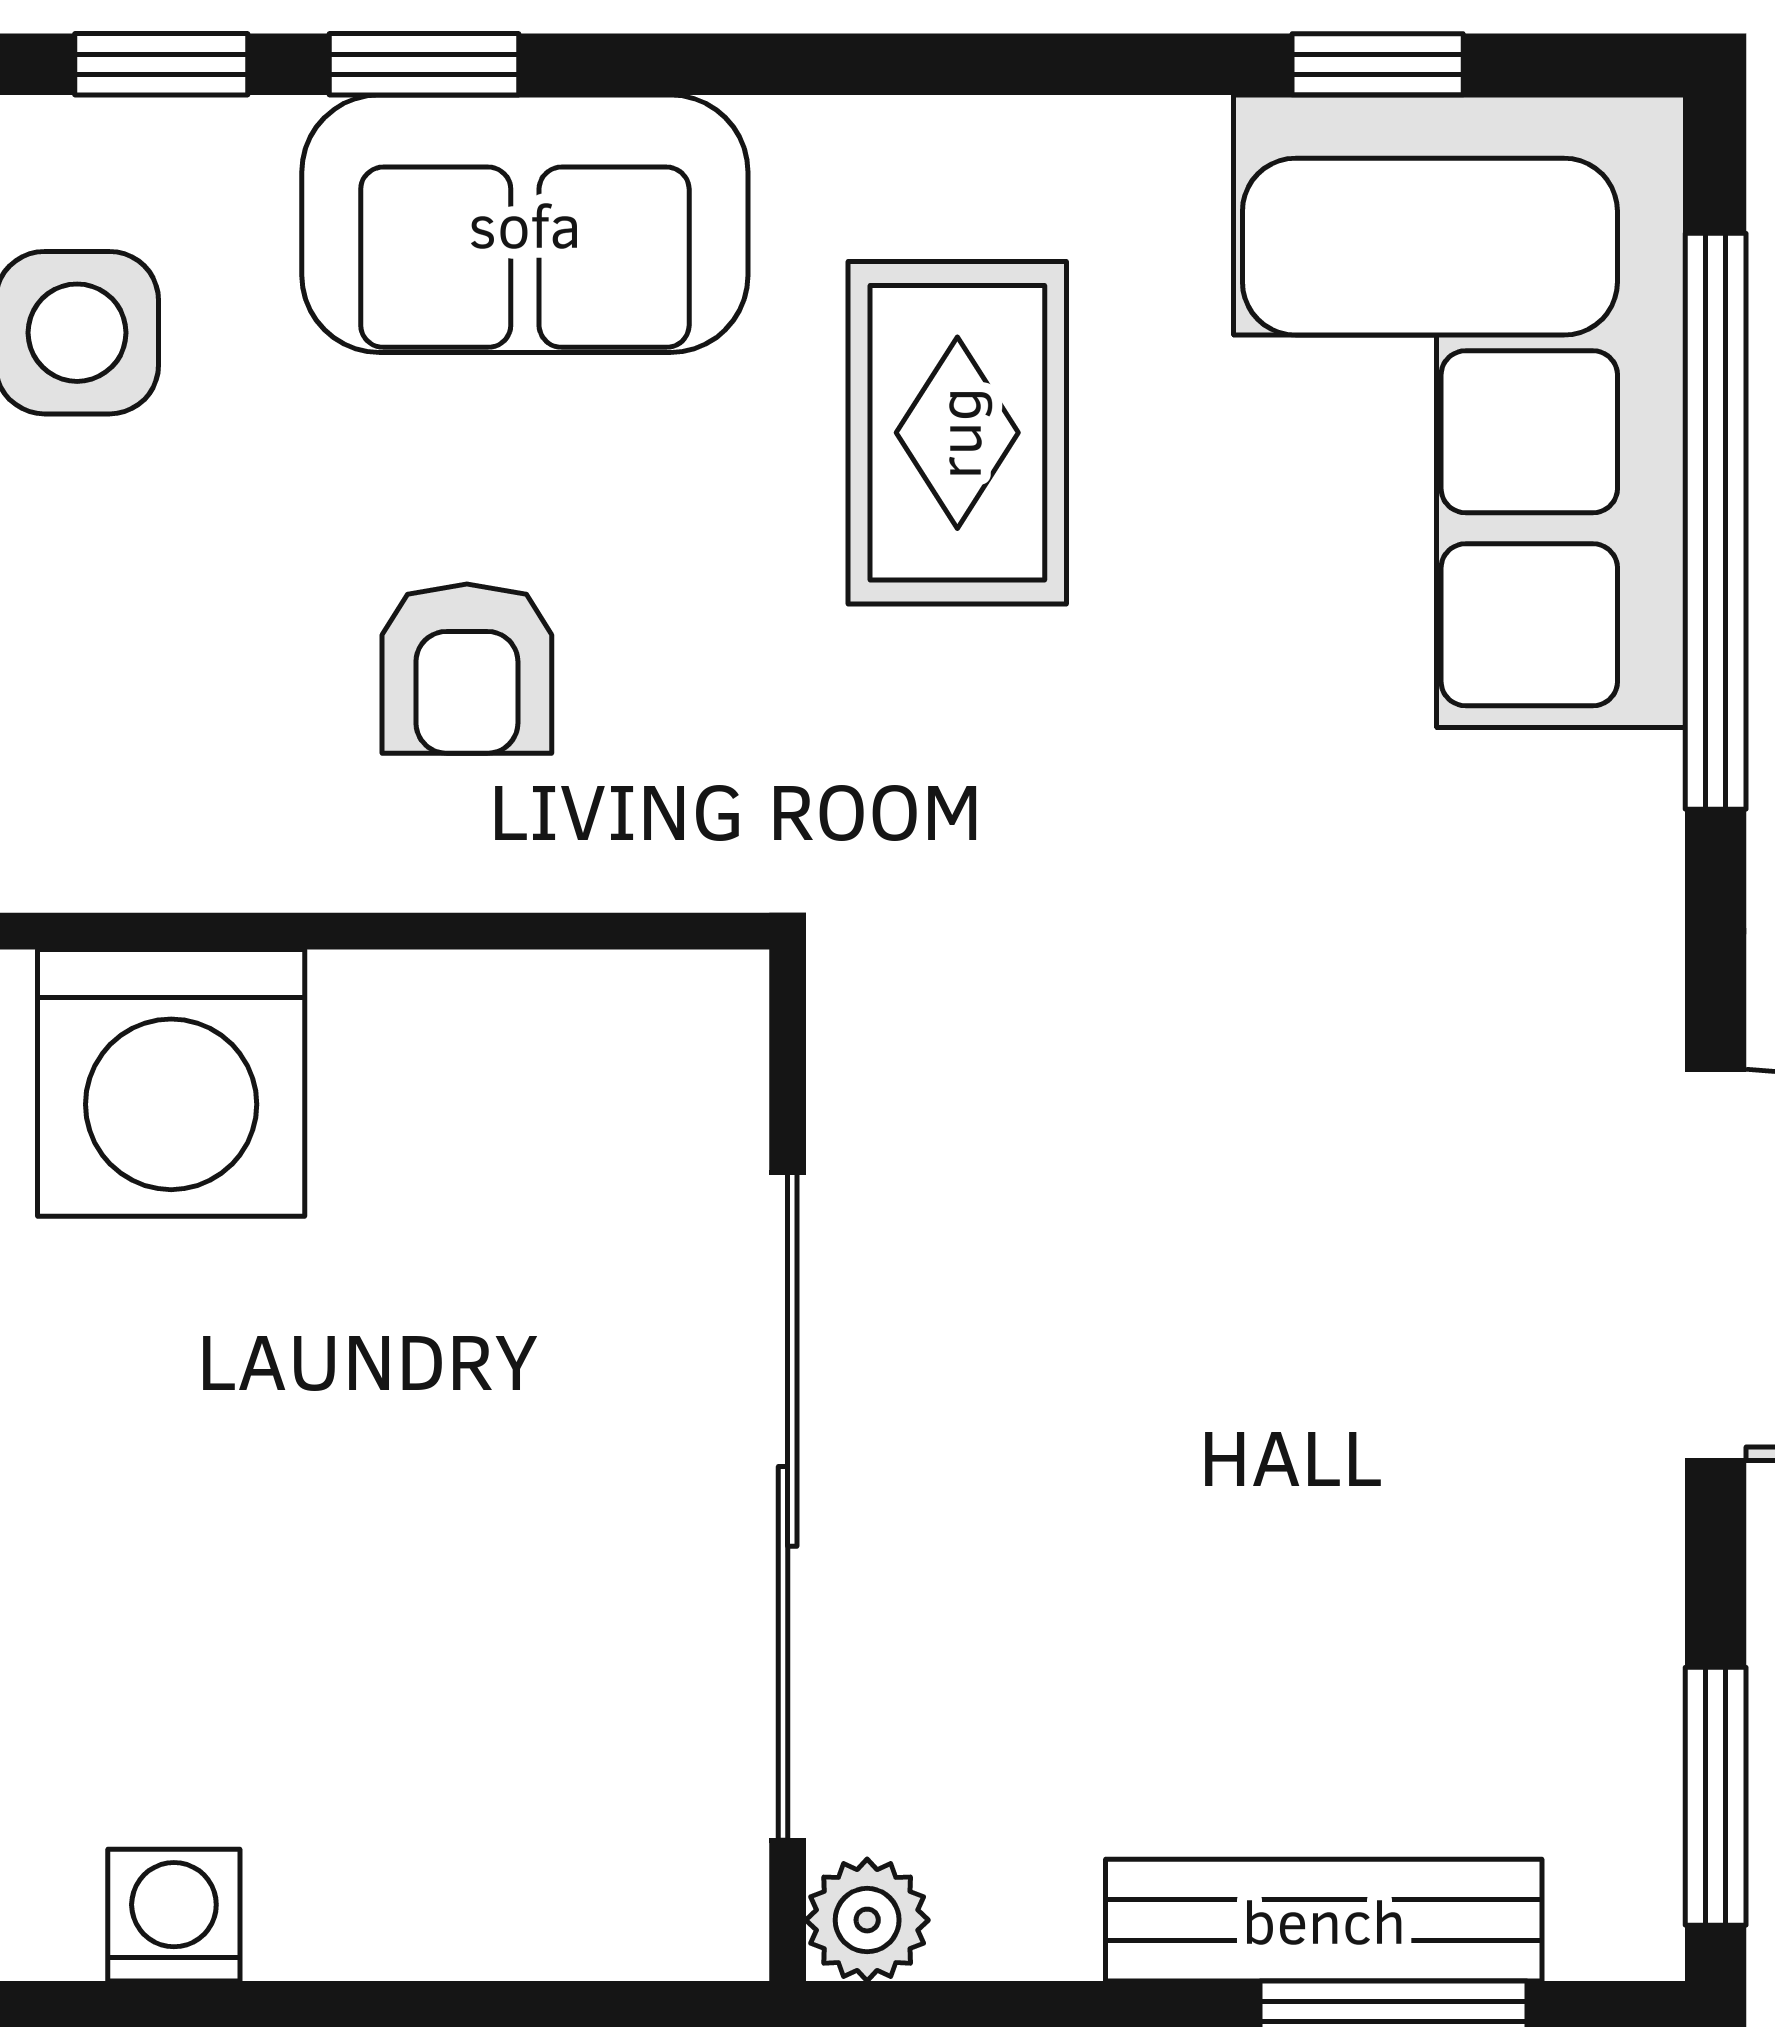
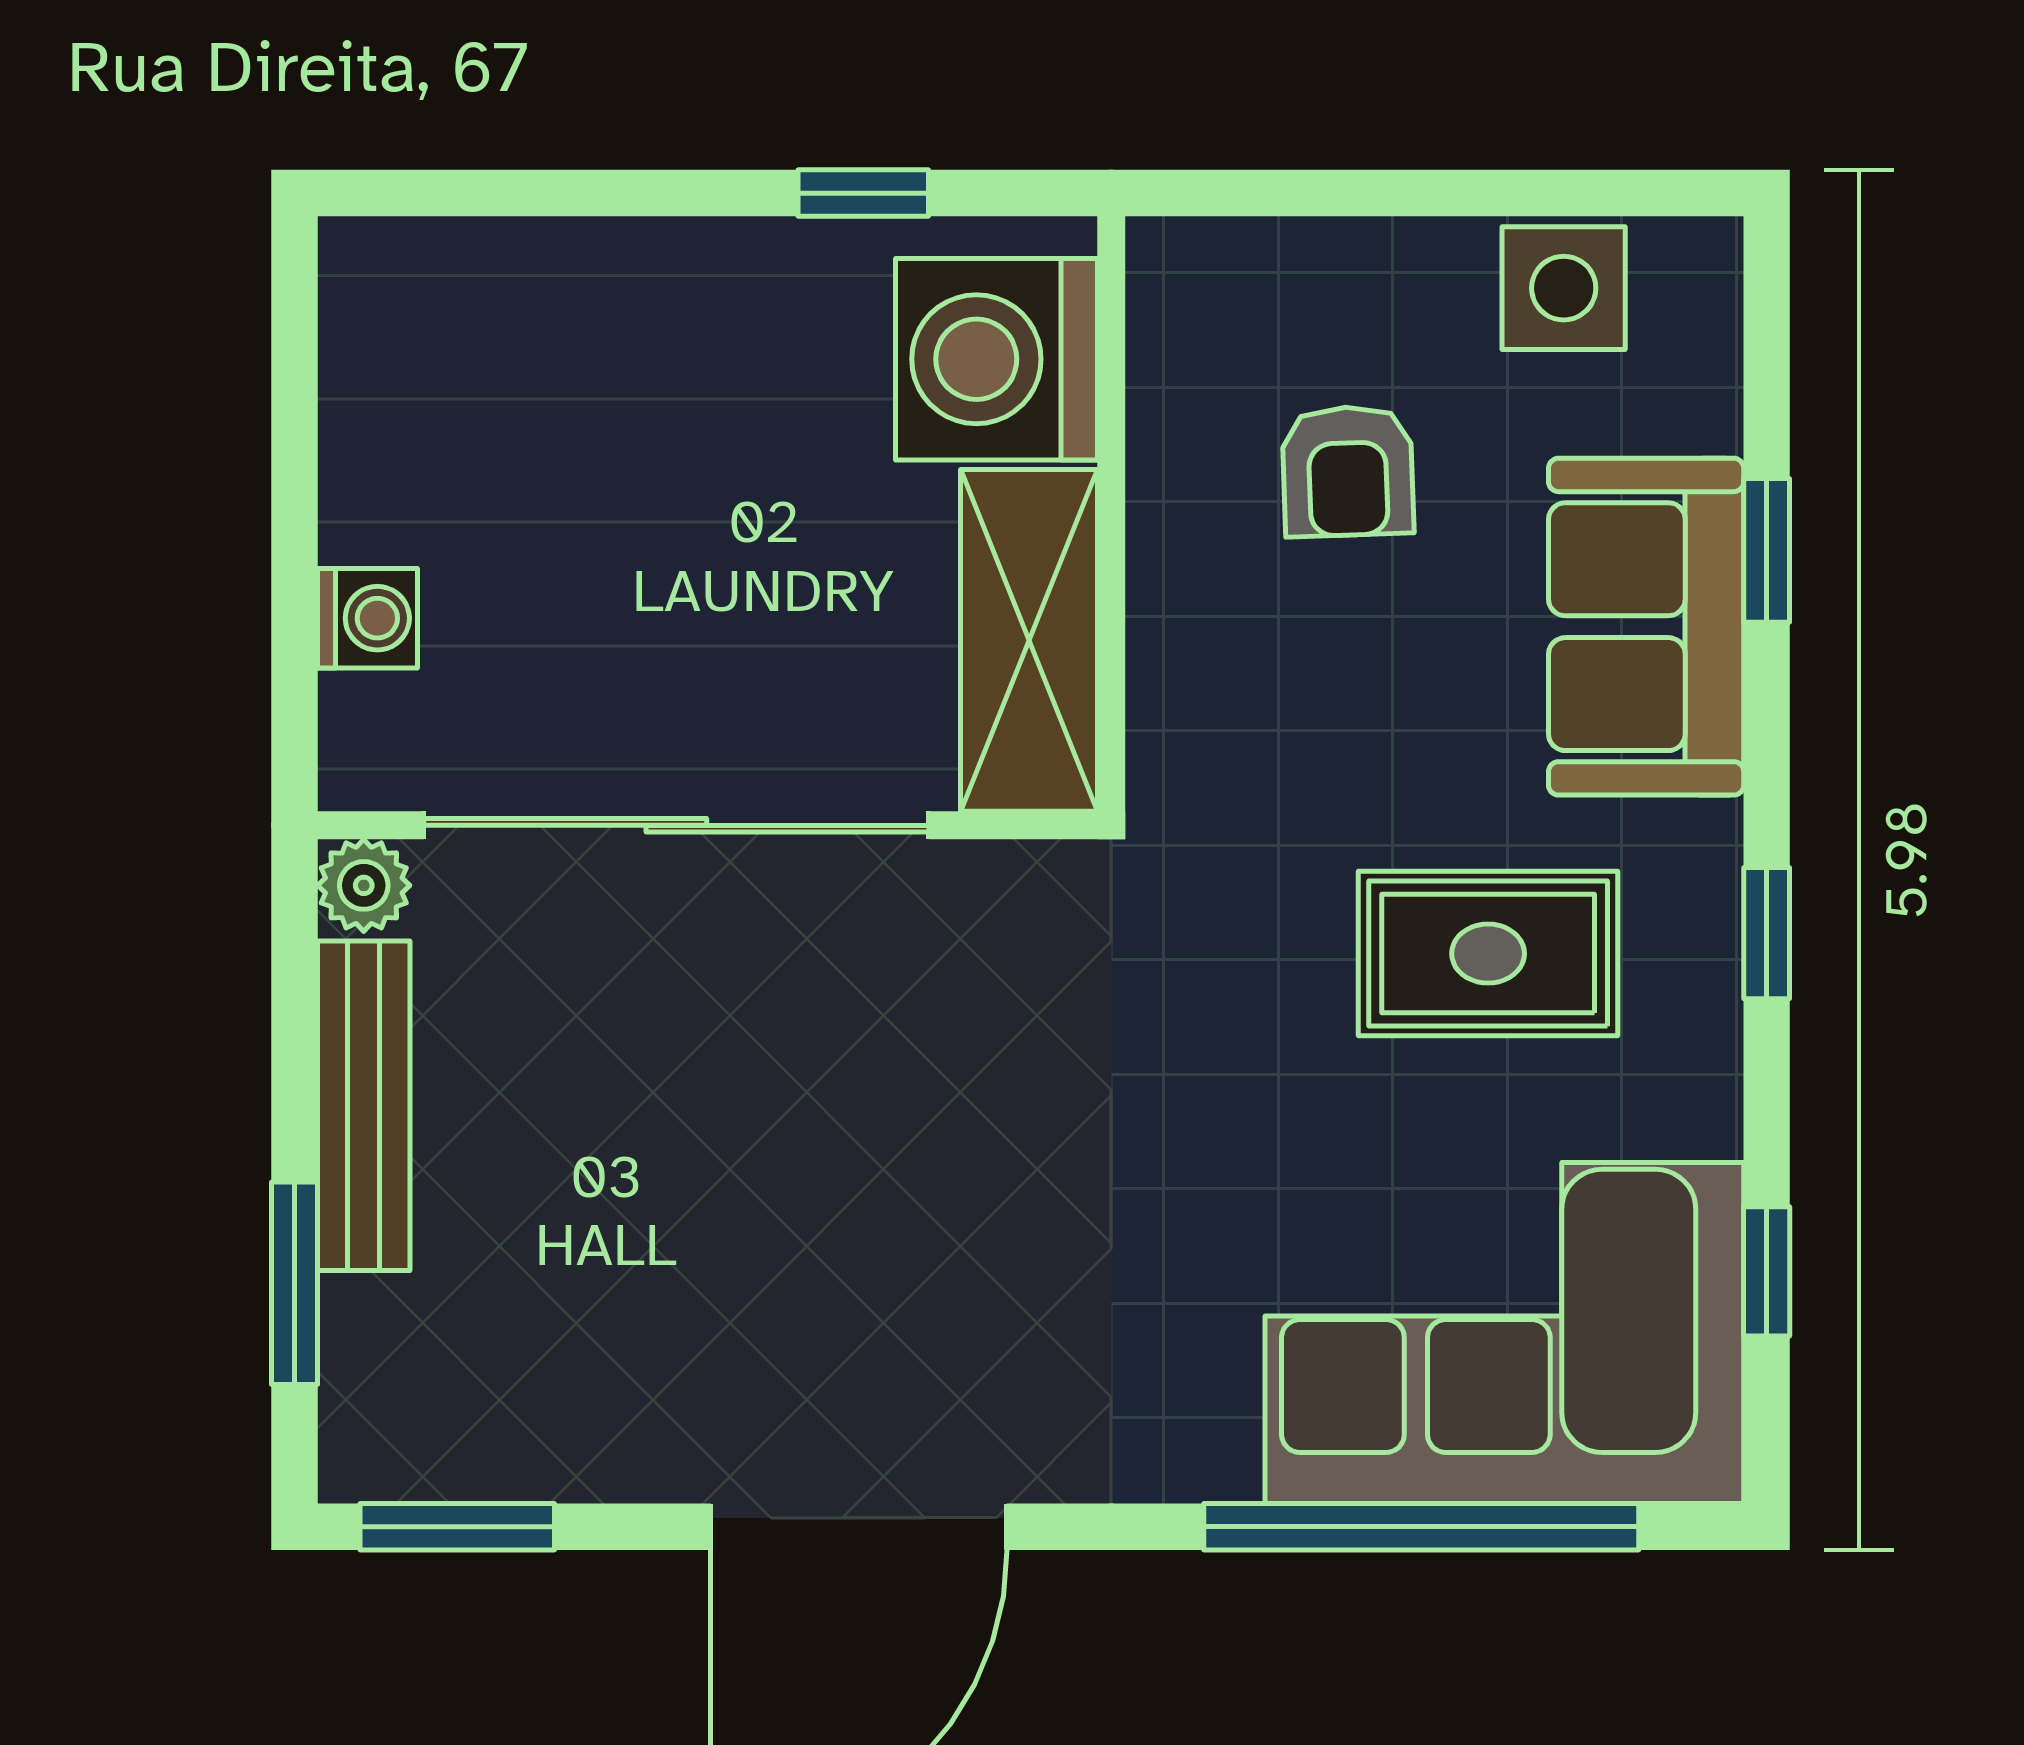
window: (161, 64) -> (1767, 933), moved
armchair: (467, 669) -> (1348, 471), moved, turned -92
shelving: (543, 1040) -> (1029, 640), added
washing machine: (174, 1915) -> (367, 618), moved
bench: (1324, 1920) -> (364, 1106), moved

